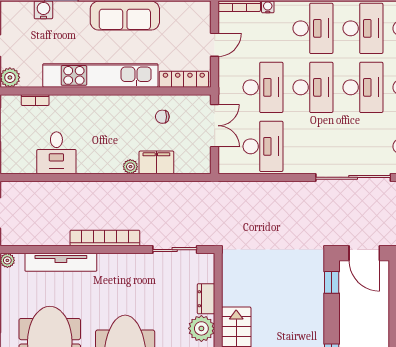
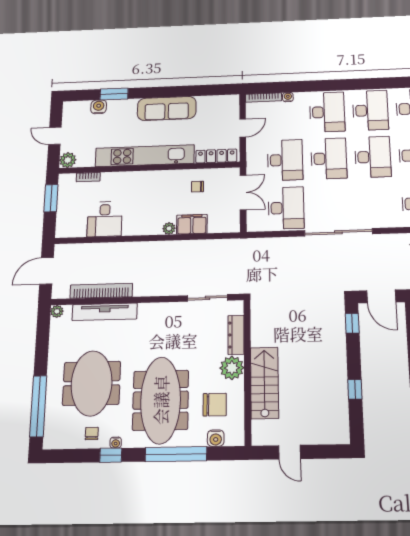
sliding door: (353, 177) -> (338, 232), moved
bookcase: (105, 238) -> (101, 291), moved
dresser: (206, 299) -> (236, 335), width x1.44

